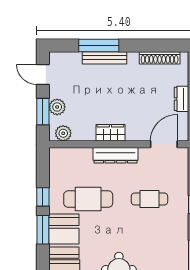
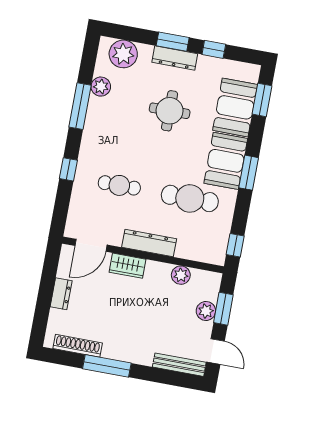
window: (99, 46) -> (107, 366), moved
bench: (105, 58) -> (179, 365), moved
plant: (63, 133) -> (181, 275), moved
wardrobe: (110, 133) -> (127, 266), moved
window: (43, 197) -> (235, 245), moved

